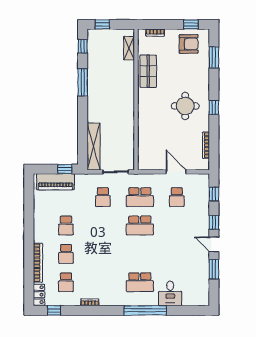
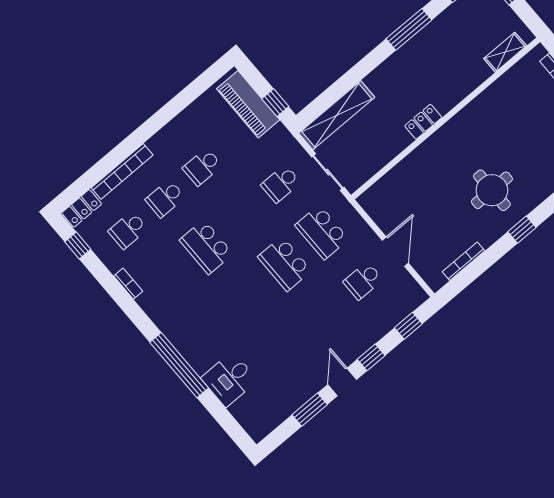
shop shelf: (148, 71) -> (496, 103), removed
locker: (129, 111) -> (423, 122), added
school desk: (140, 282) -> (206, 247), moved

